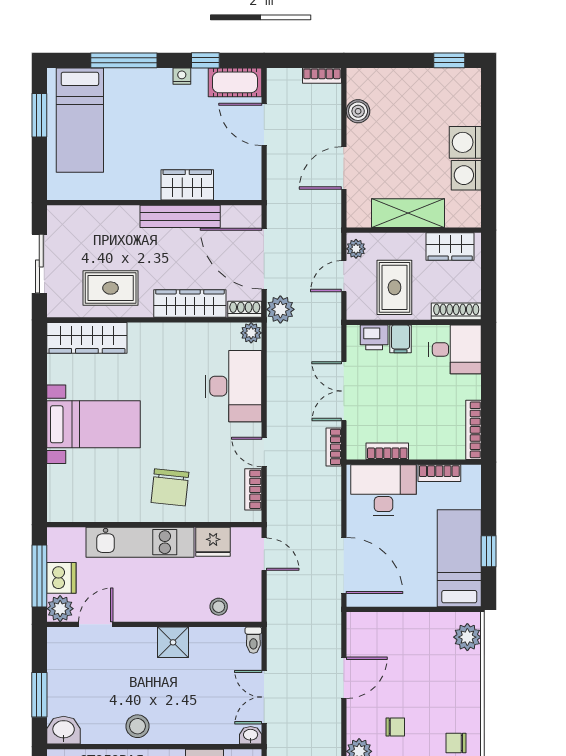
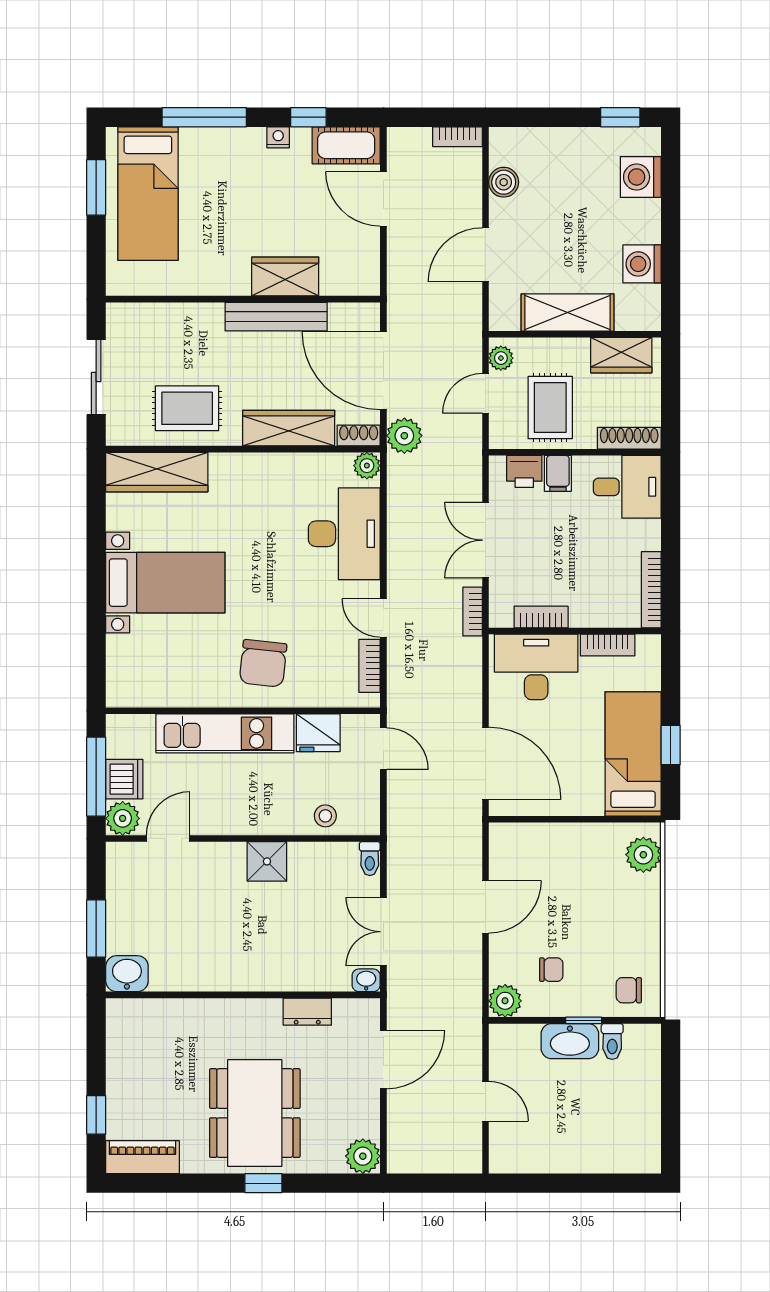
washing machine: (465, 142) -> (641, 177), moved
stool: (137, 726) -> (222, 969), removed

